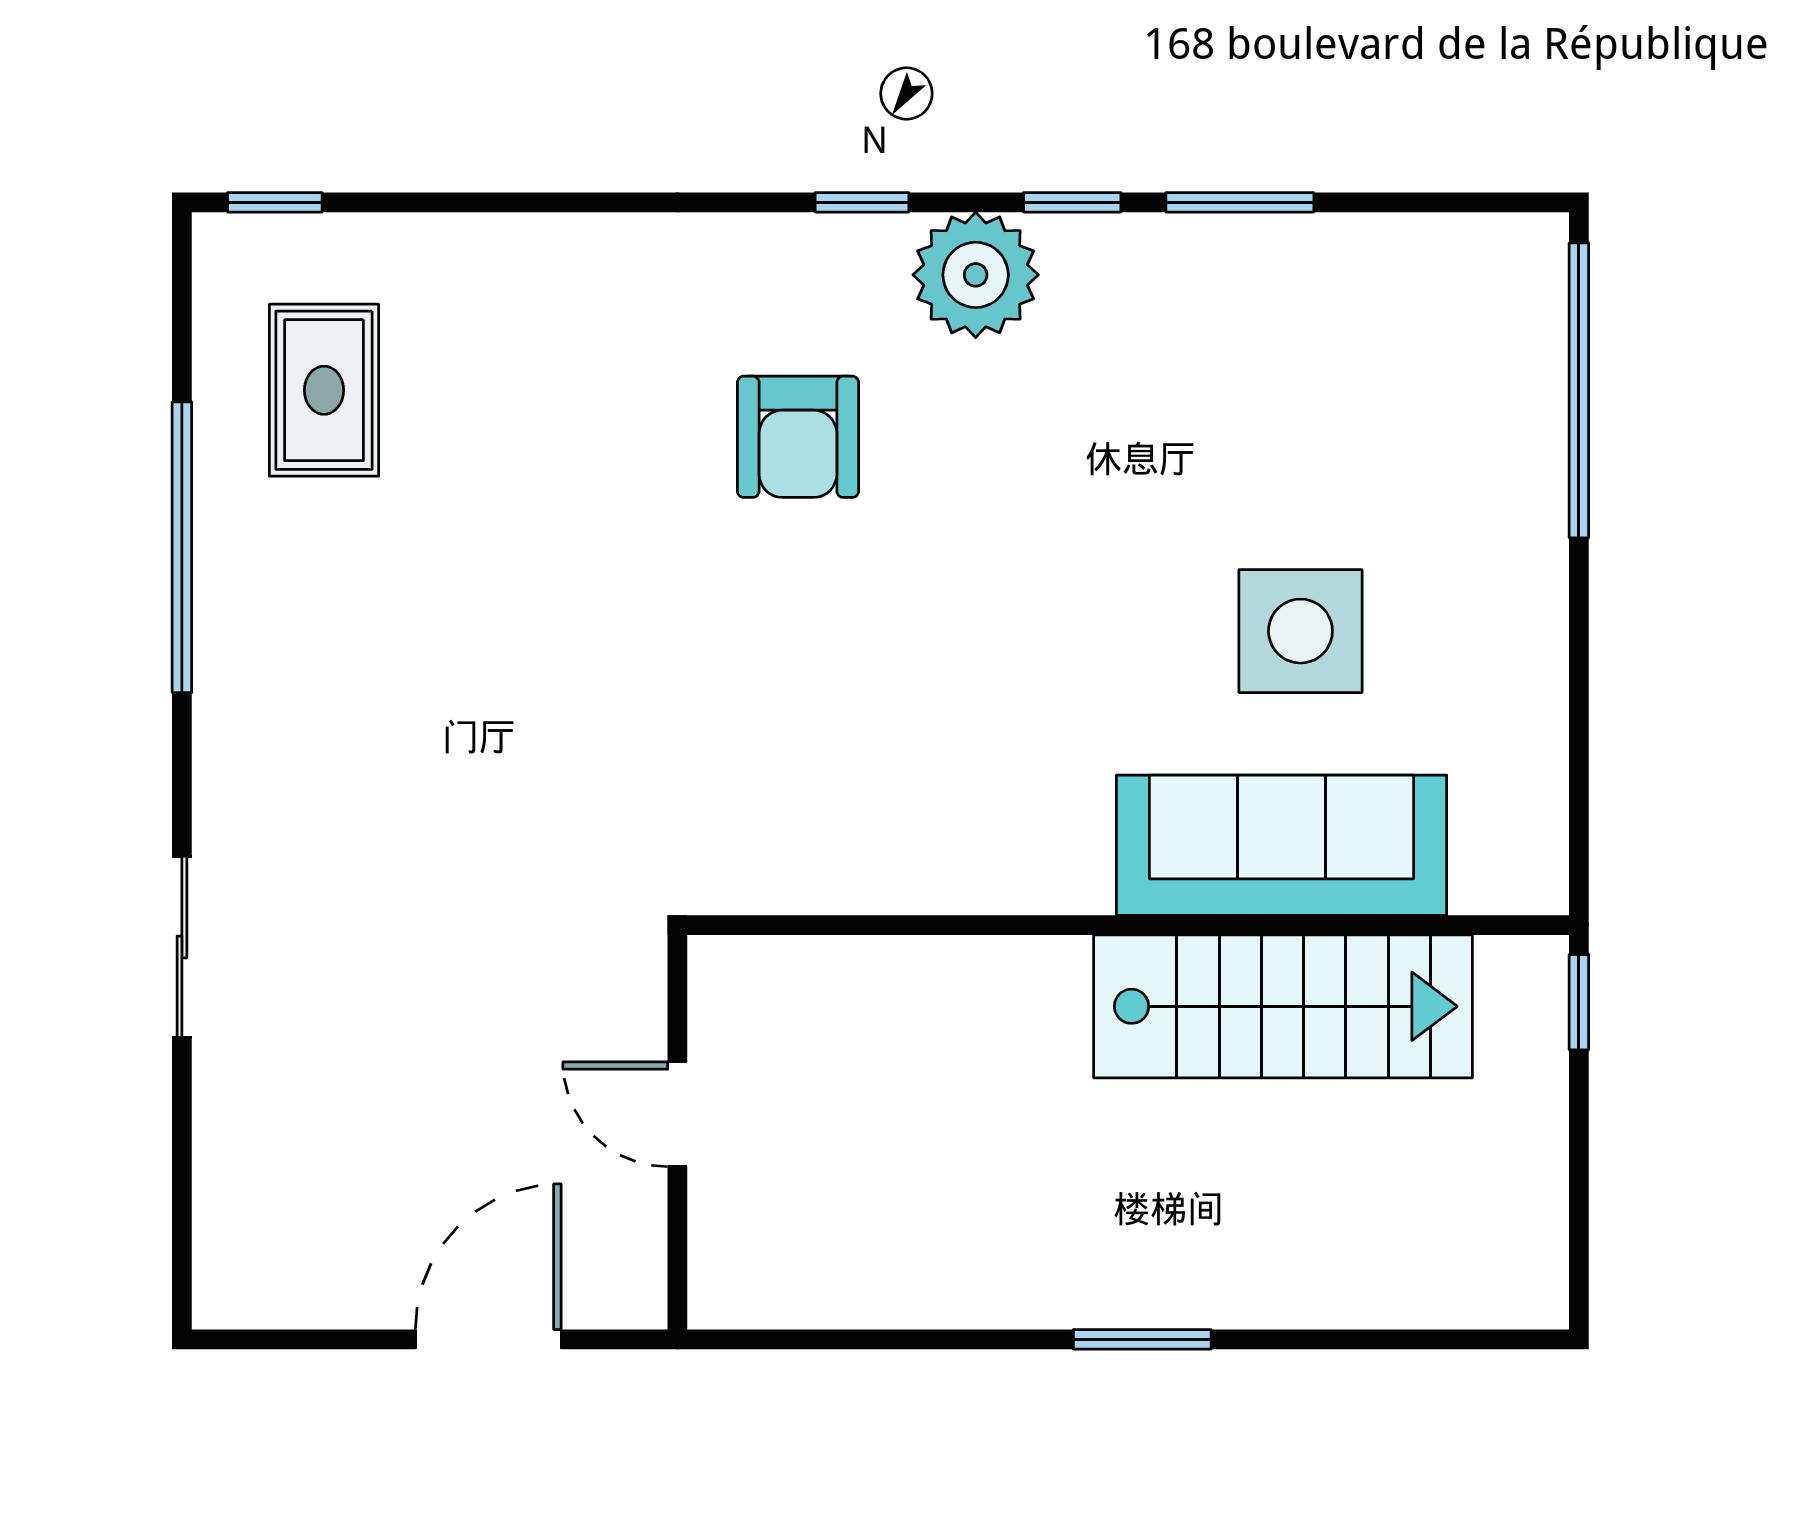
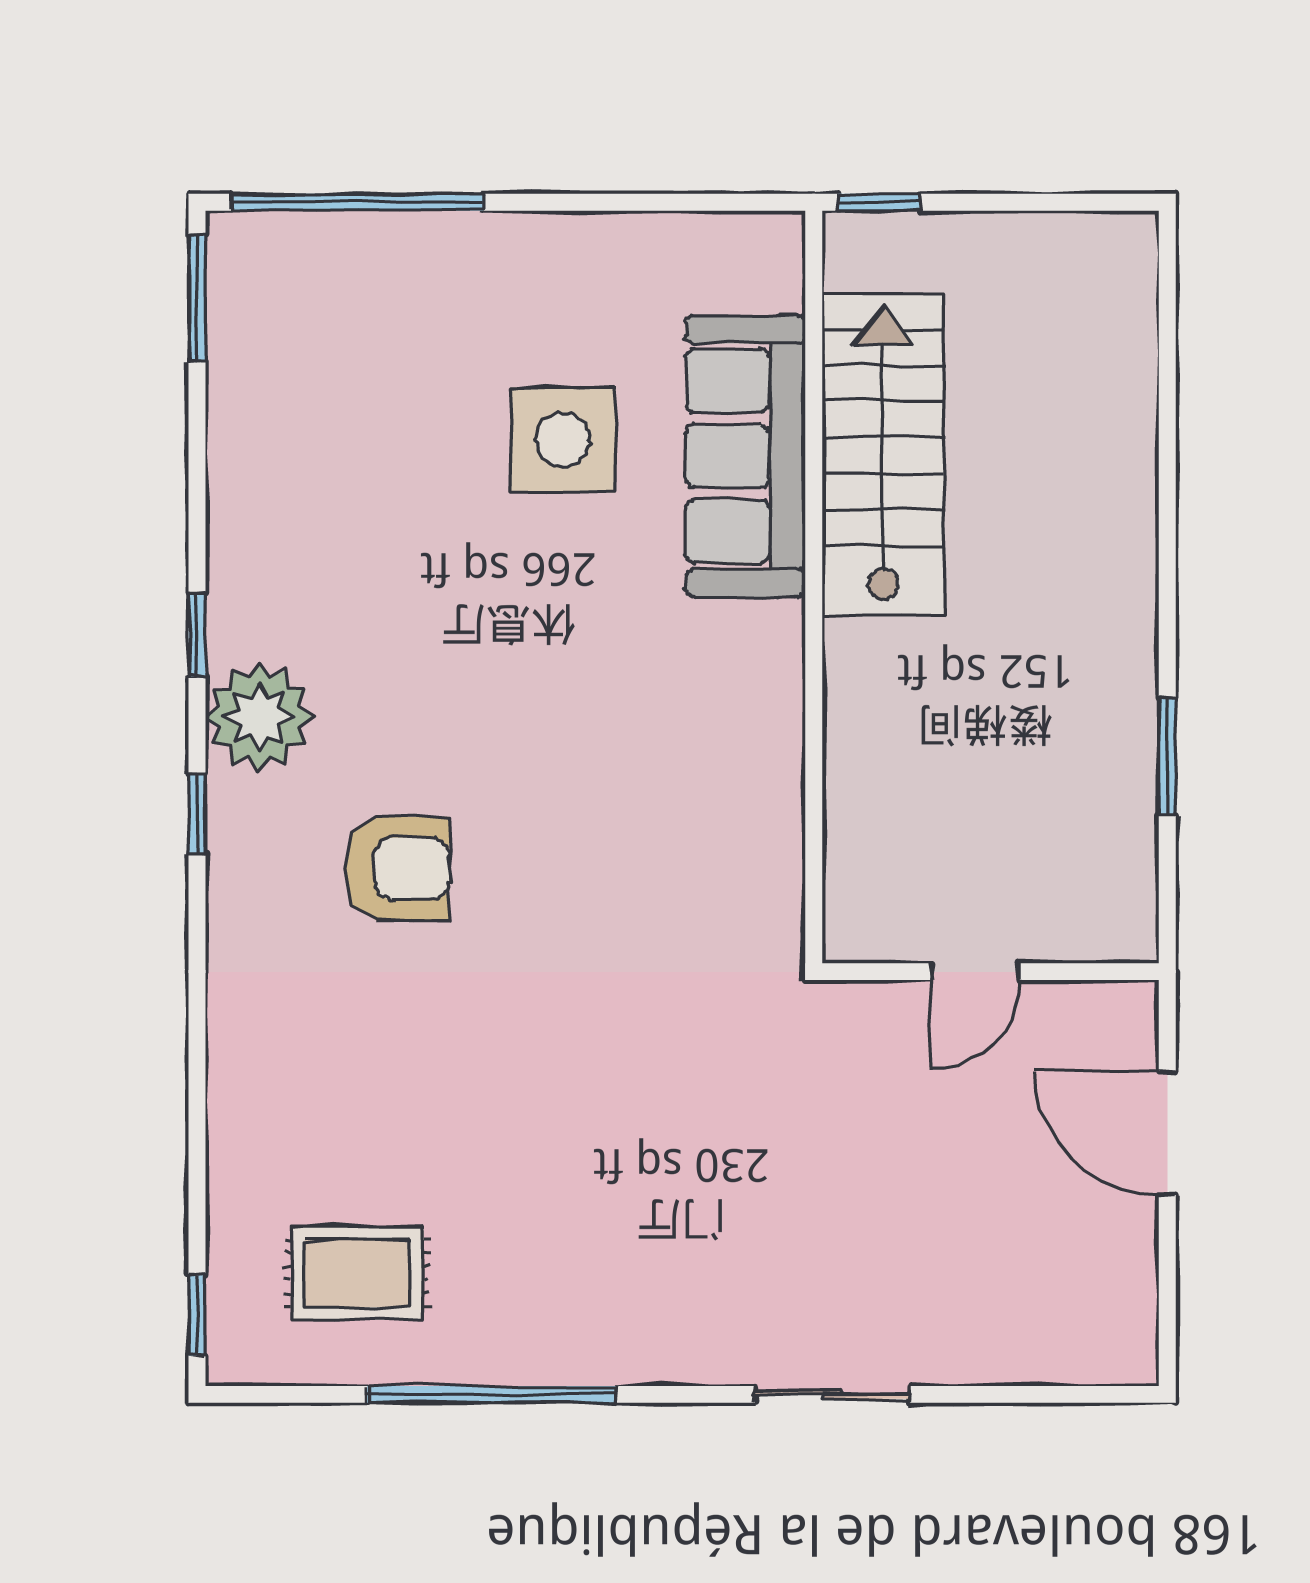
window: (1240, 202) -> (197, 298), moved
window: (1142, 1339) -> (1167, 756), moved

